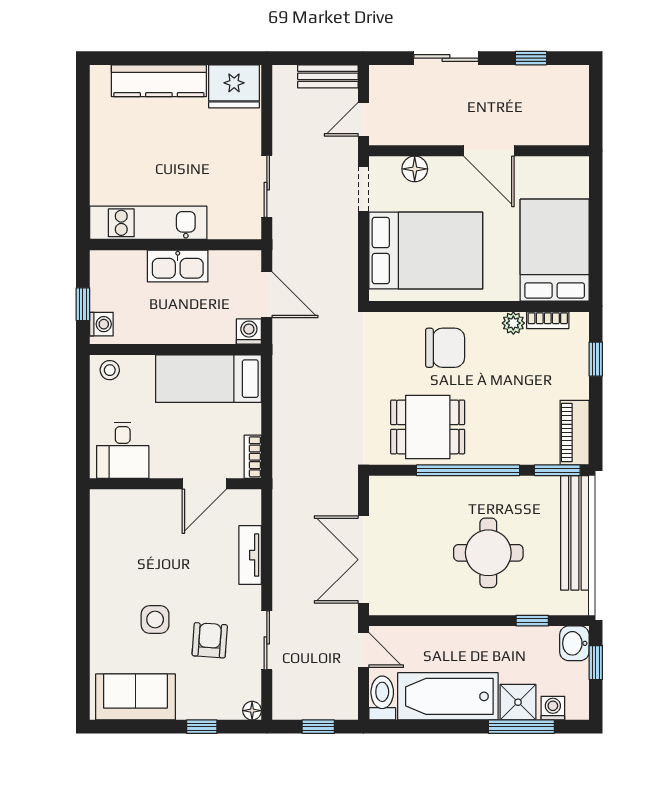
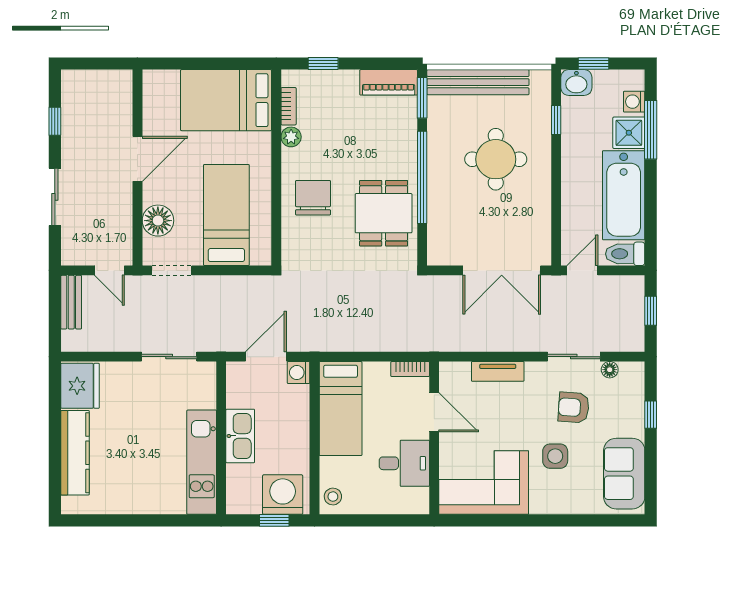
floor lamp: (415, 169) -> (158, 221), width x1.38, depth x1.38
bed: (426, 251) -> (226, 215), width x0.67
washing machine: (101, 324) -> (283, 495), width x1.89, depth x1.89
desk: (123, 450) -> (404, 463), moved
corner sofa: (125, 539) -> (484, 483), added
floor lamp: (252, 711) -> (610, 370), moved

